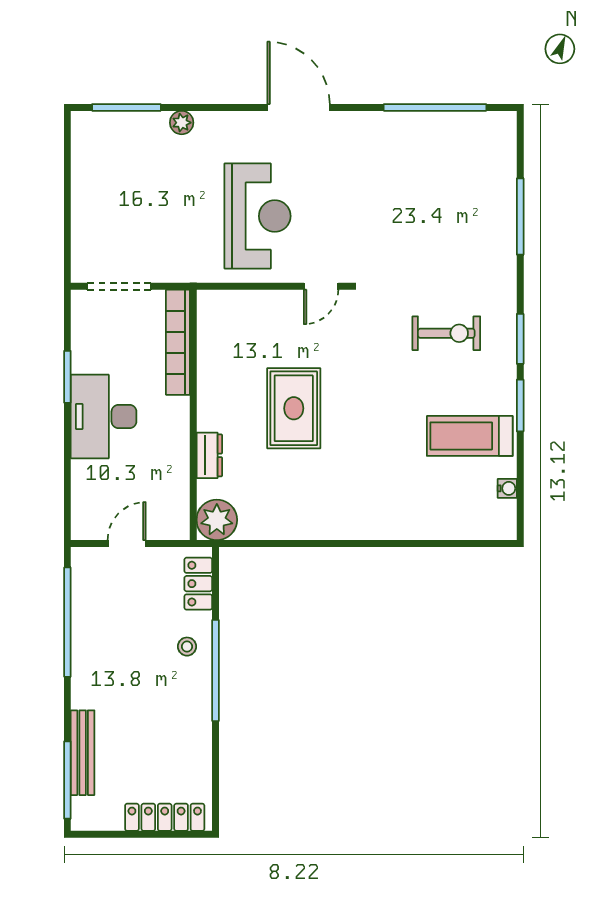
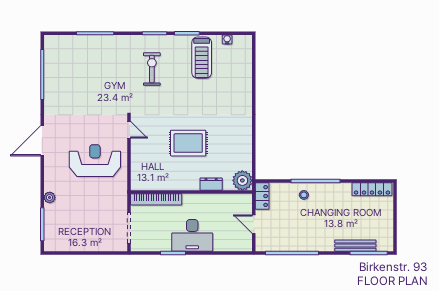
locker: (198, 584) -> (262, 196), moved, turned -90
locker: (165, 817) -> (372, 189), moved, turned -90

